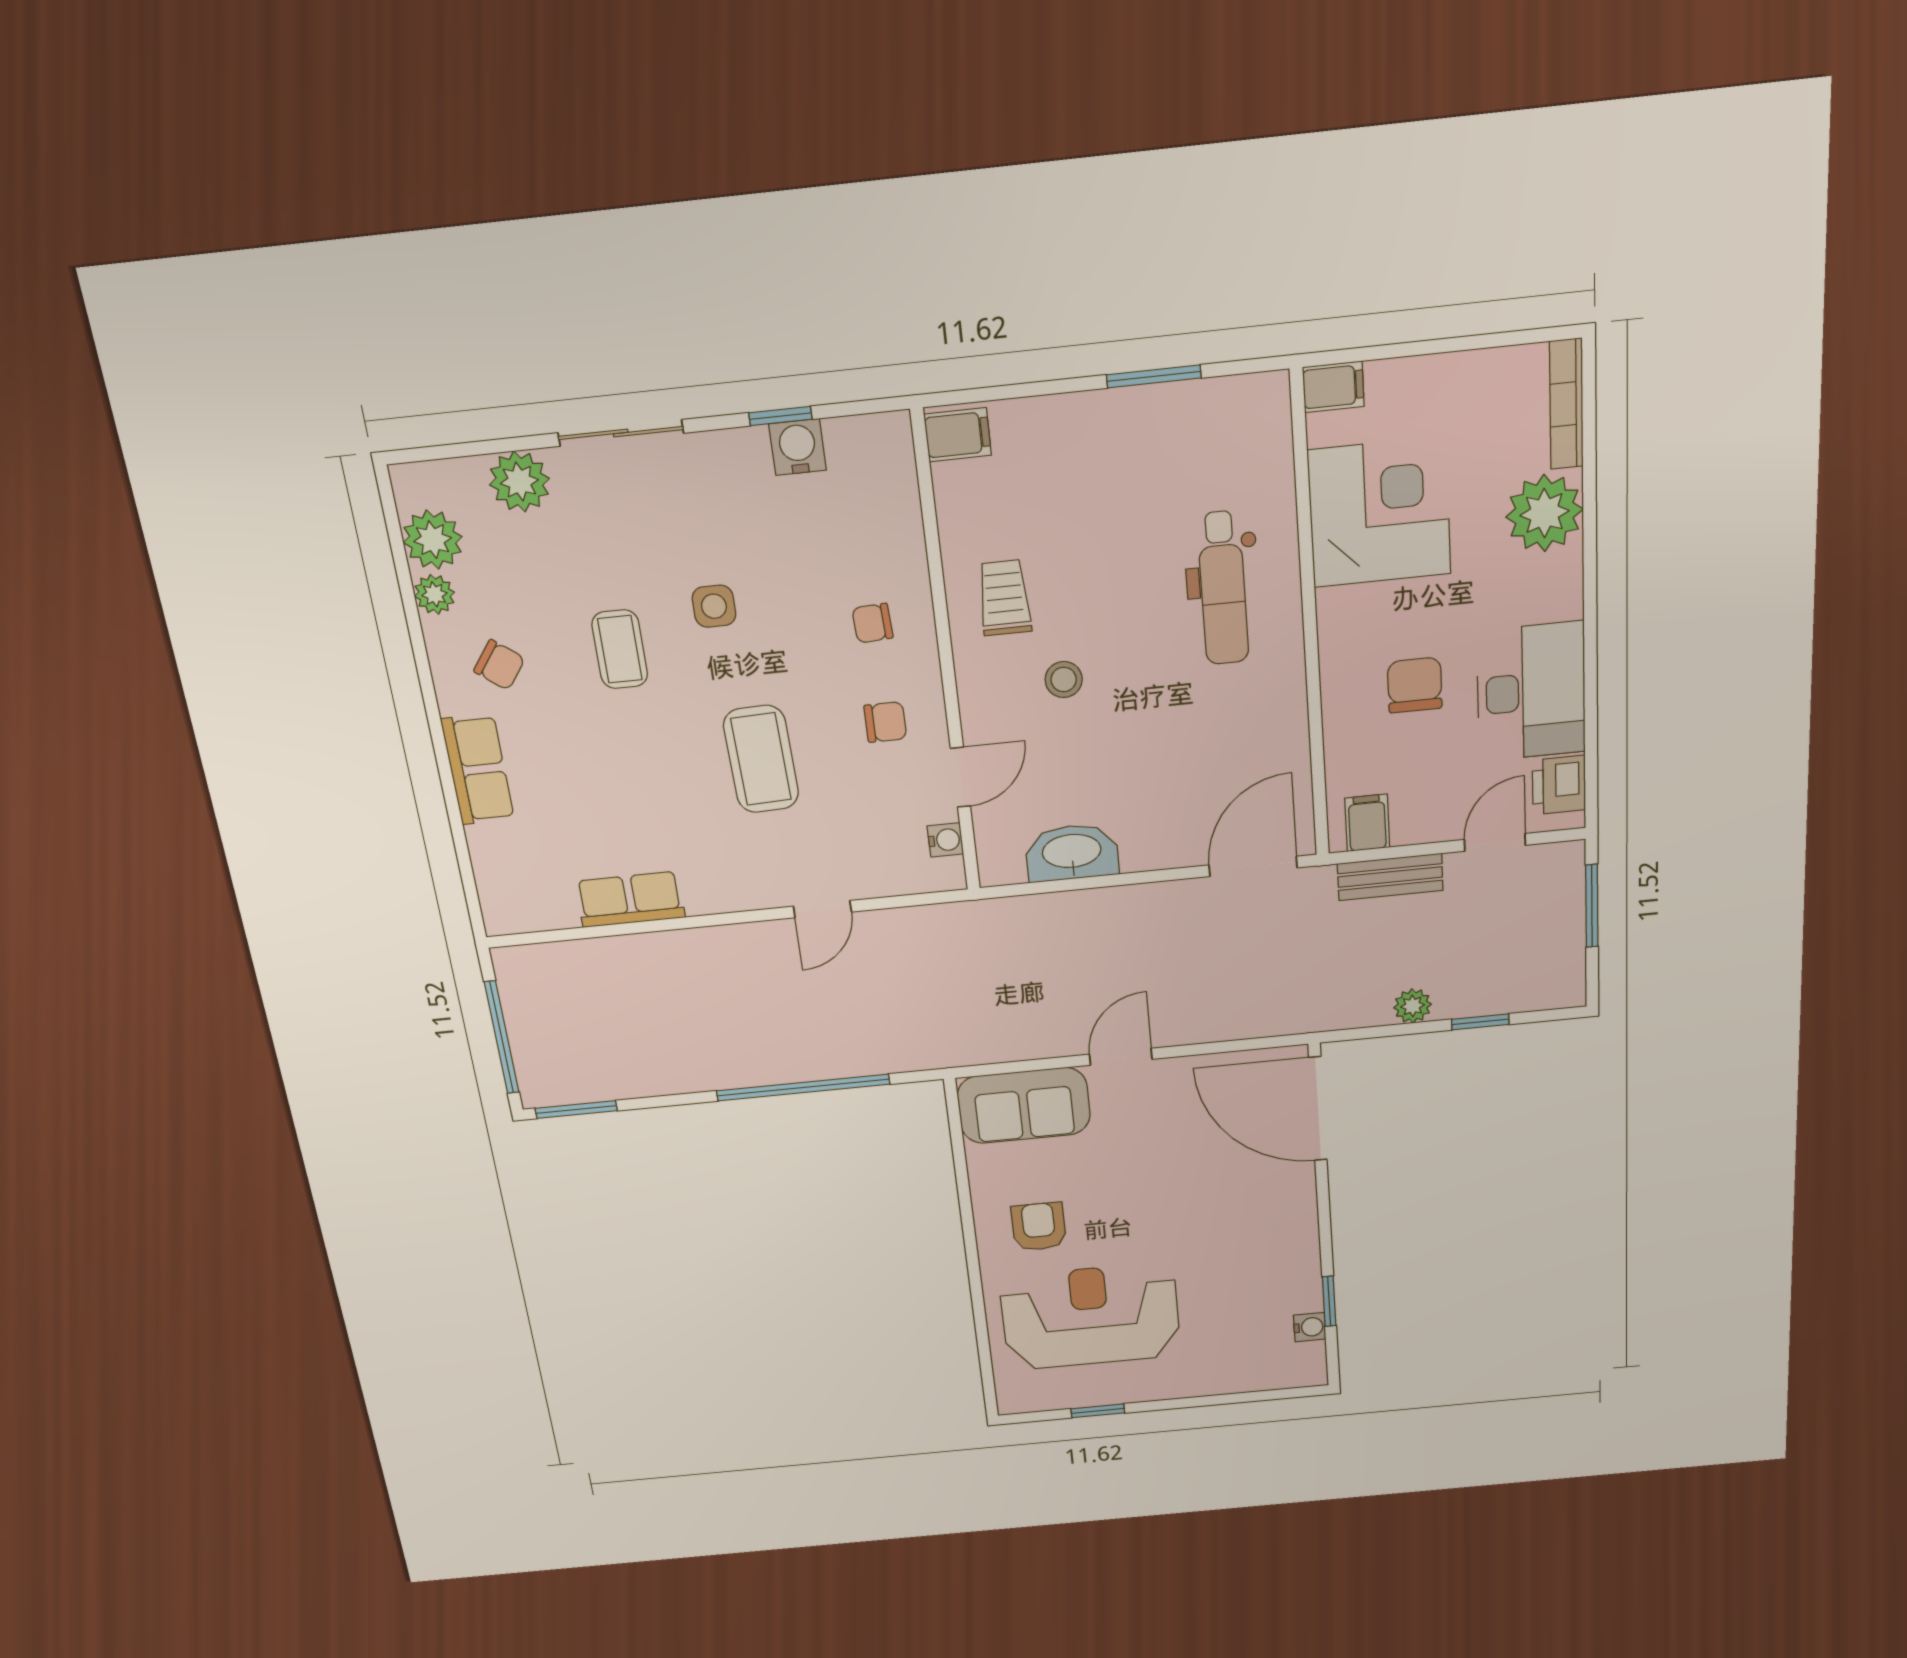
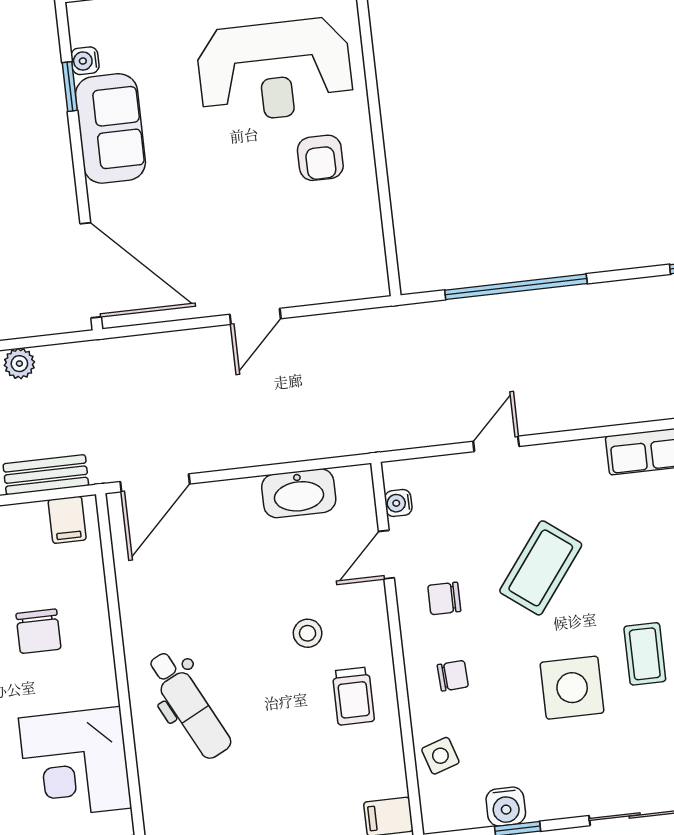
side table: (888, 517) -> (440, 756), added
dental chair: (1223, 588) -> (189, 705), turned 153
side table: (714, 606) -> (572, 688), width x1.87, depth x1.87
coffee table: (761, 759) -> (541, 568), turned 39
sofa: (1024, 1105) -> (110, 128), moved, turned 90

